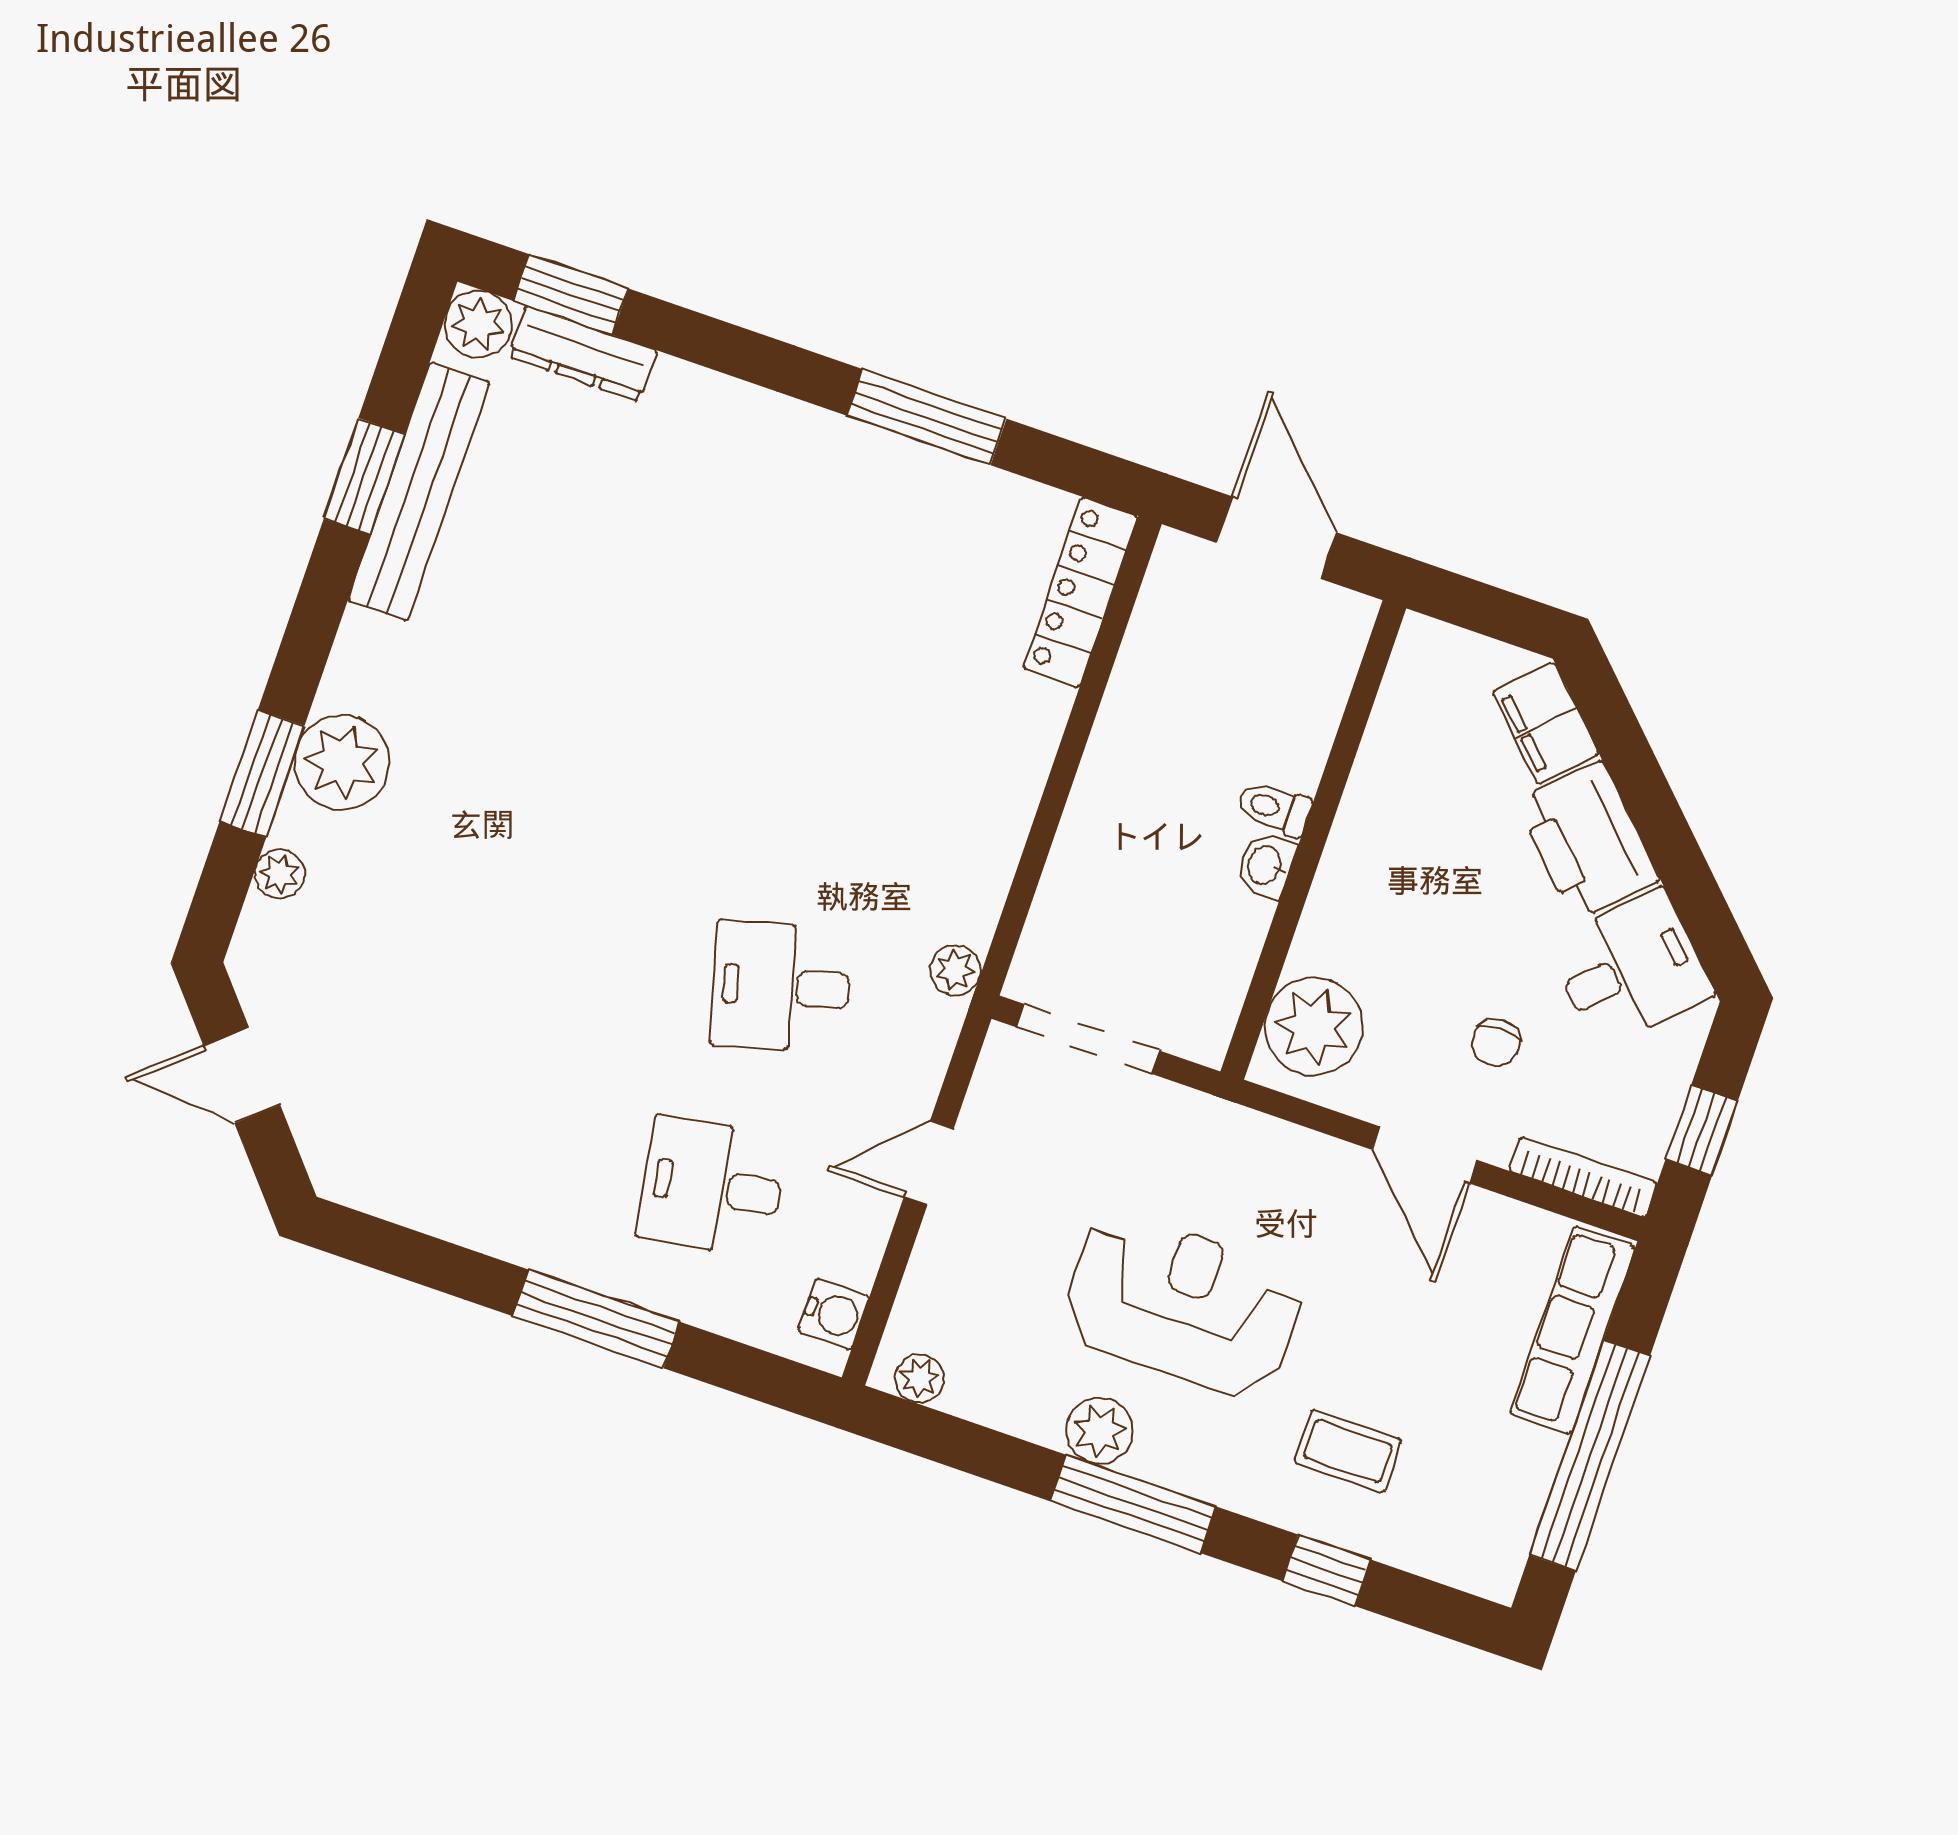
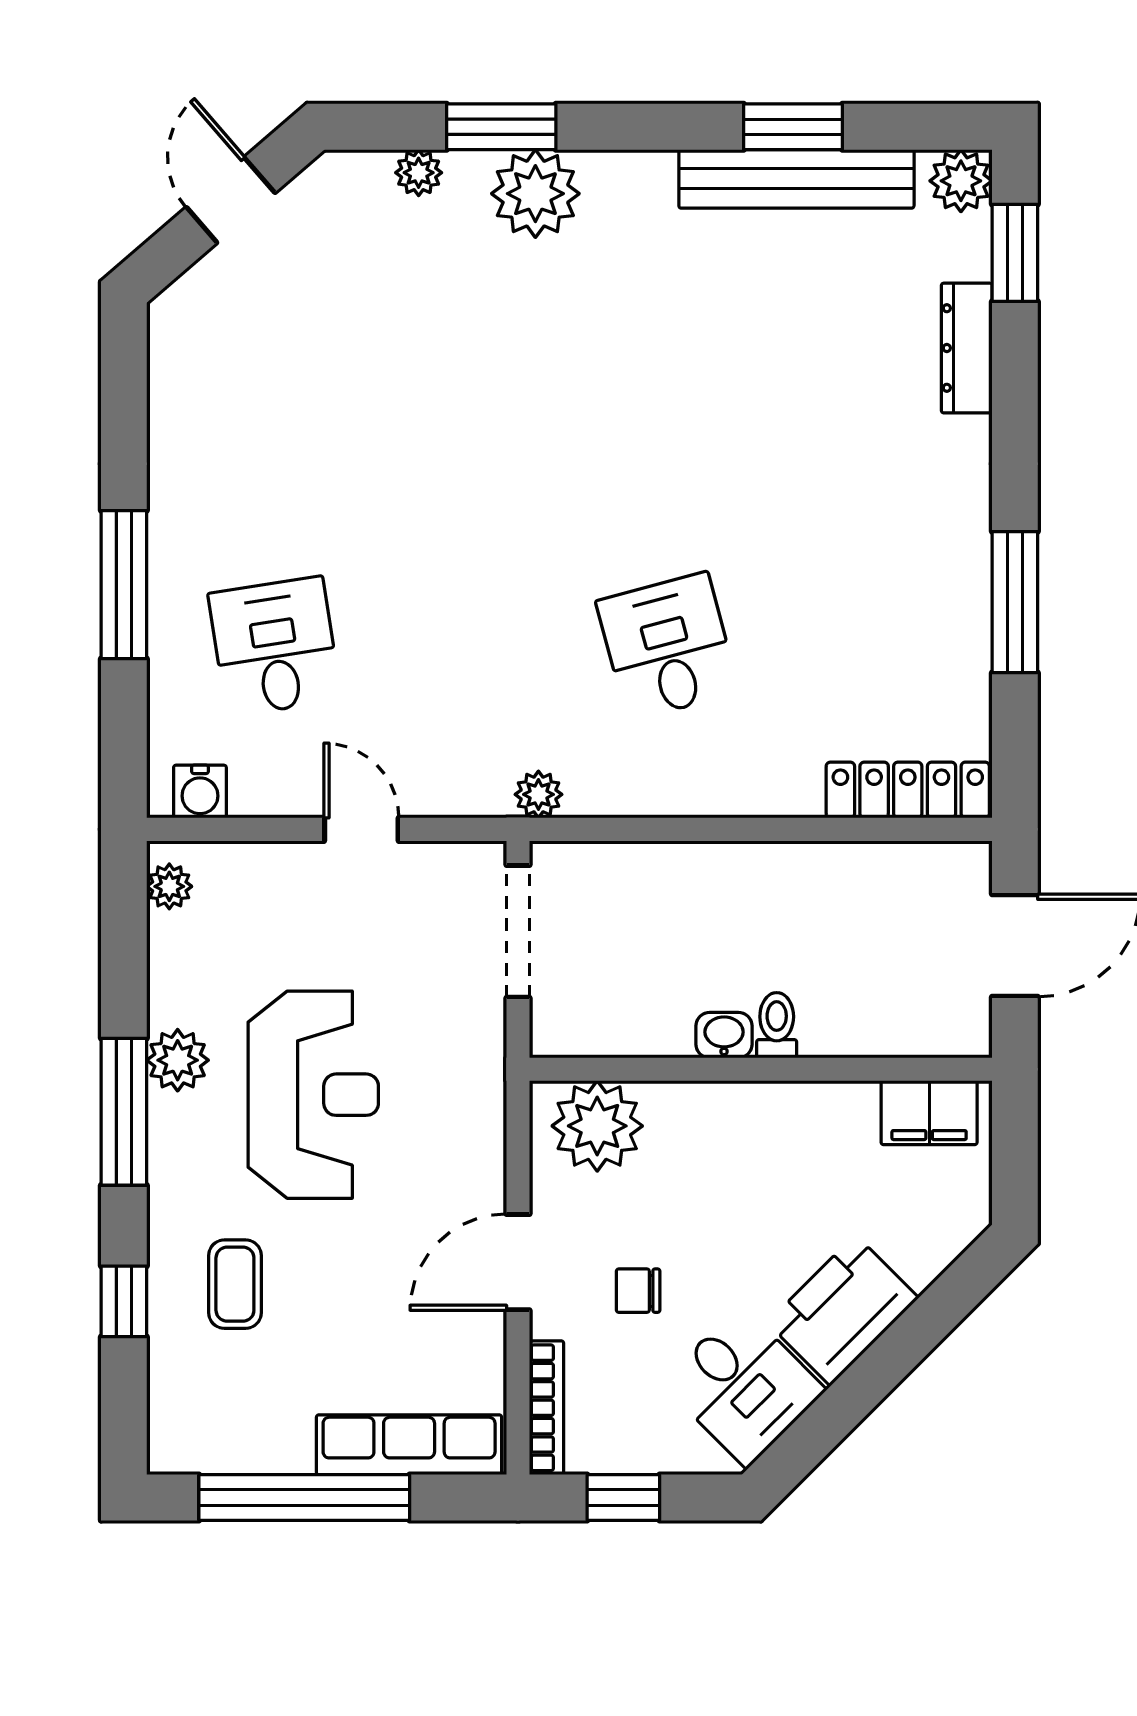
dresser: (583, 354) -> (967, 348), moved
filing cabinet: (1546, 723) -> (929, 1113), moved, turned -135
desk: (781, 987) -> (668, 647), moved

